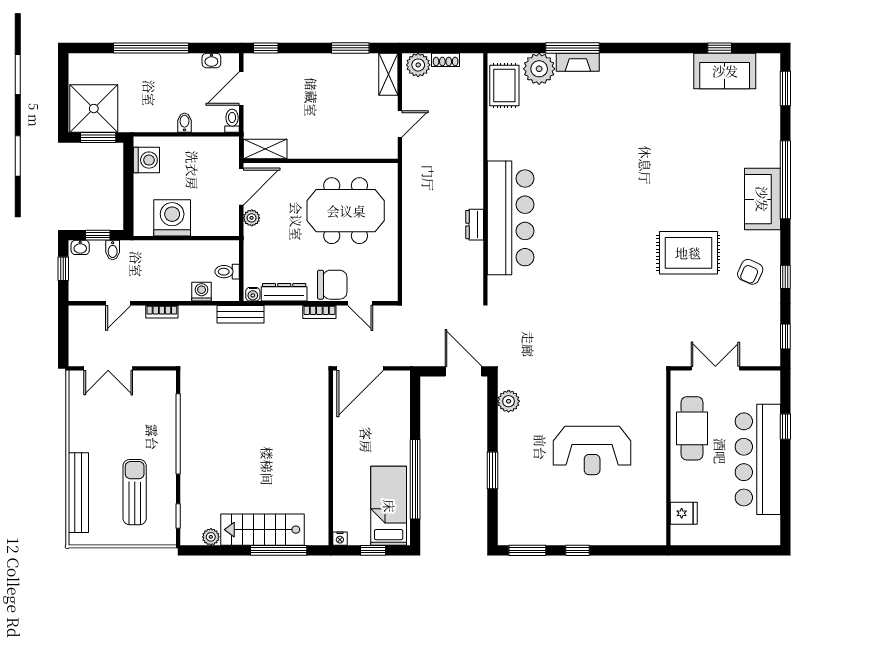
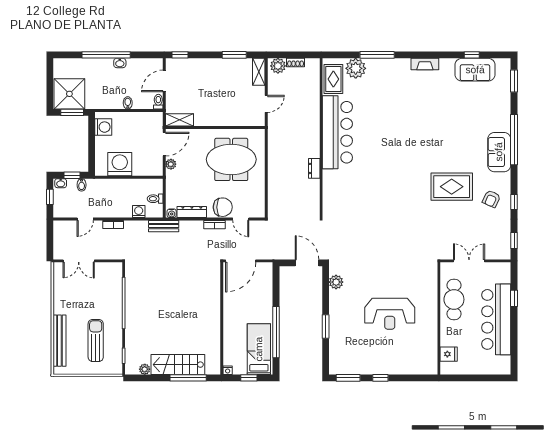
washbasin: (211, 60) -> (120, 63), moved
fireplace: (578, 62) -> (425, 64), moved
bar counter: (511, 218) -> (337, 132), moved

